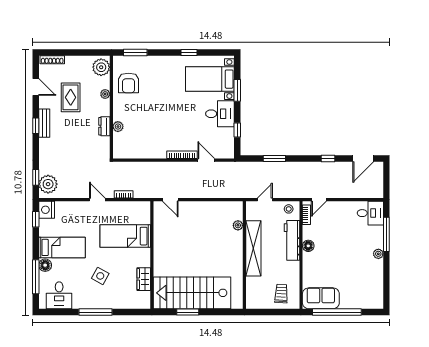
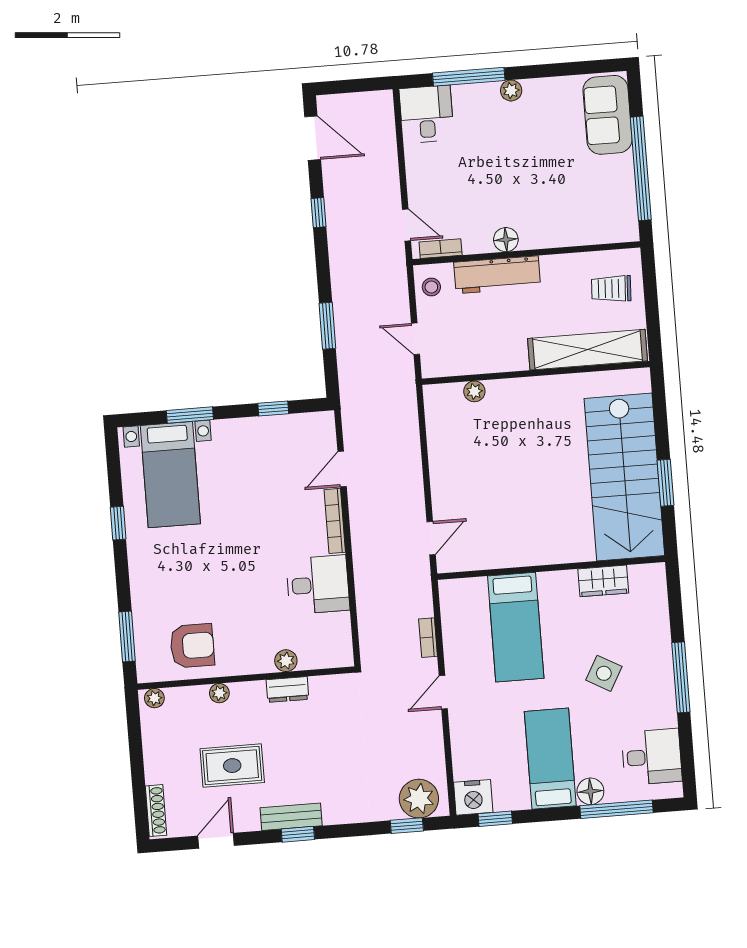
plant: (101, 67) -> (154, 698), width x0.53, depth x0.53
desk: (220, 114) -> (318, 585), moved, turned 90
shelving: (253, 248) -> (587, 350), moved
sofa: (321, 298) -> (607, 115), moved

